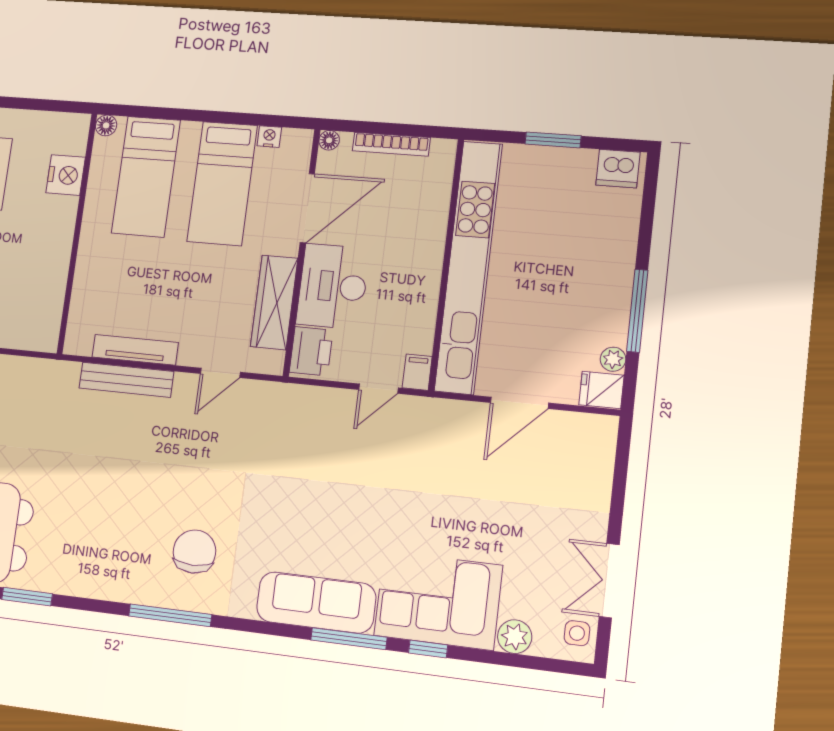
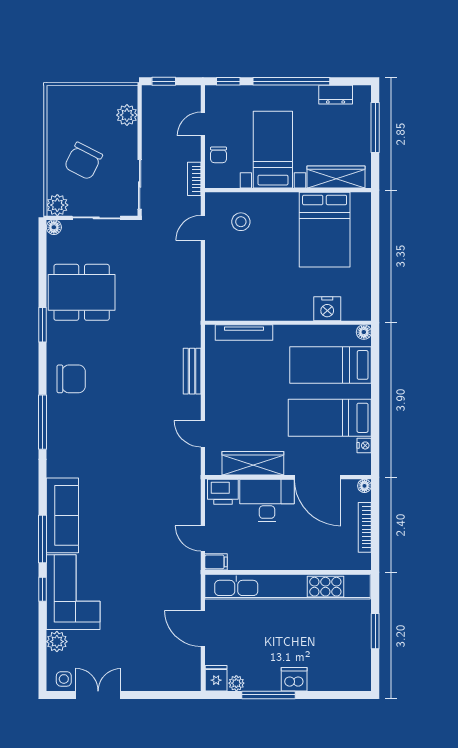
dishwasher: (618, 169) -> (294, 679), moved, turned 90
tv unit: (135, 350) -> (244, 333), moved, turned 90
bench: (126, 380) -> (192, 371), width x0.73
chair: (194, 552) -> (71, 379), moved

